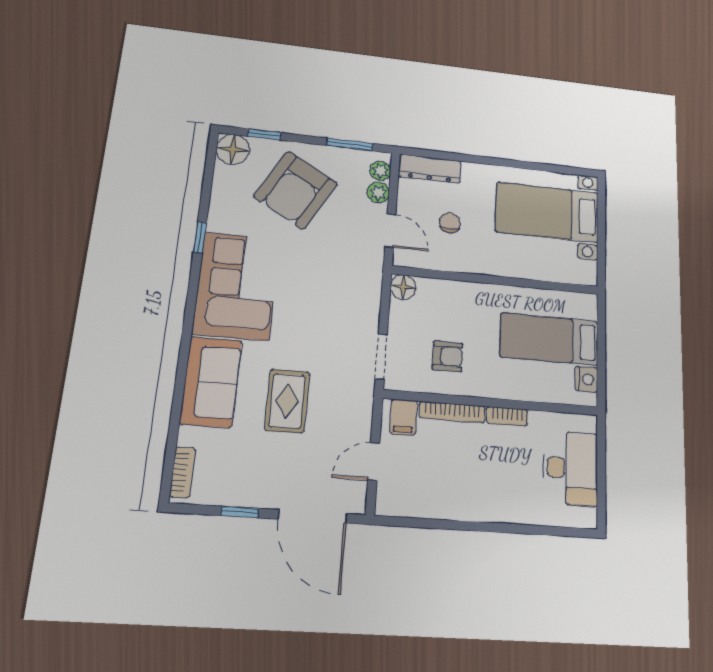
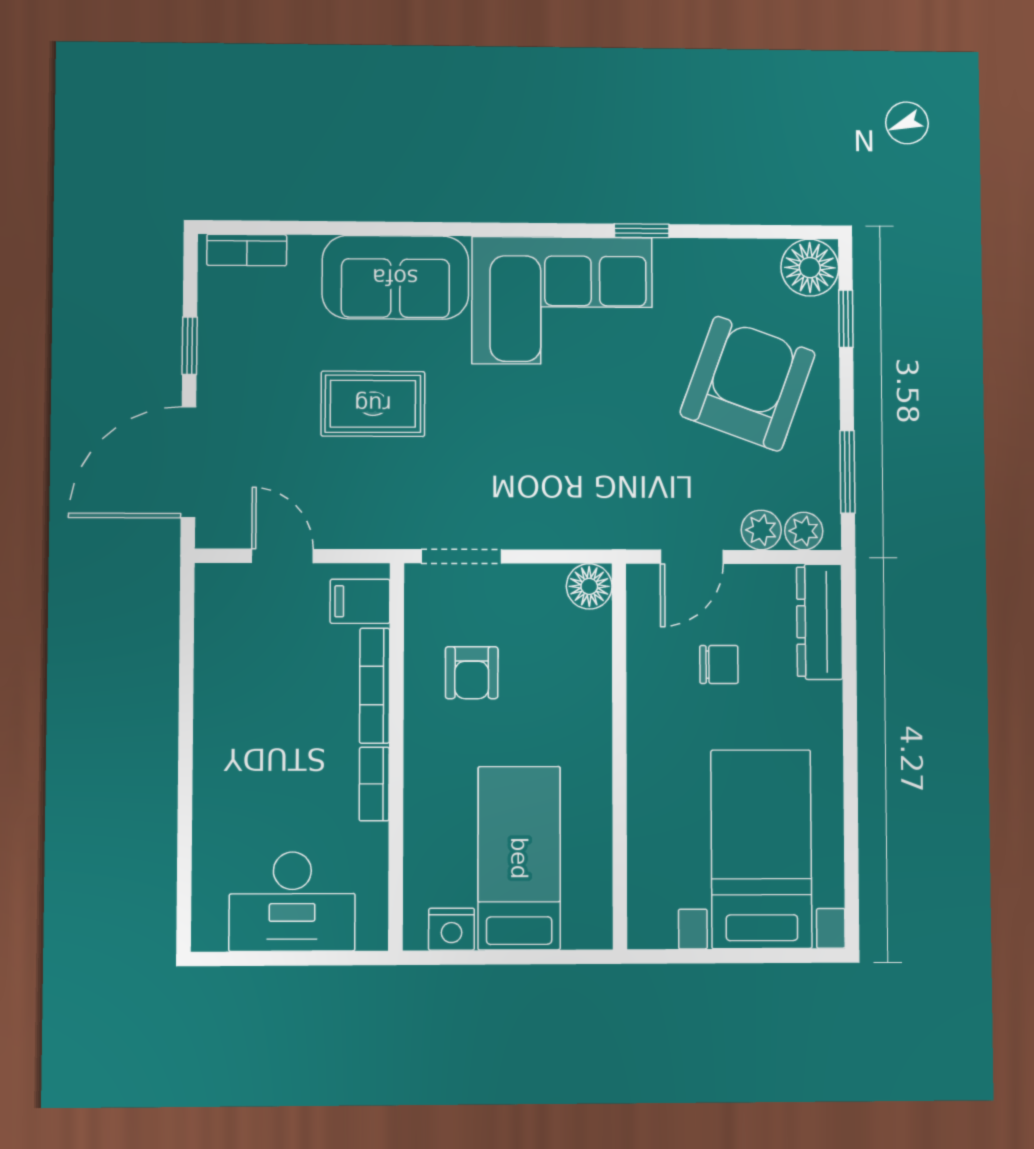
armchair: (296, 190) -> (748, 384), turned 81

